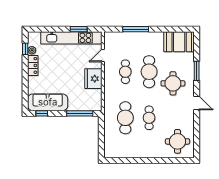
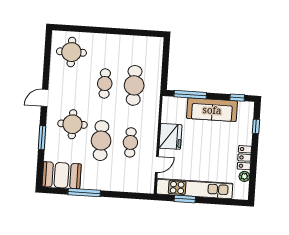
window: (136, 29) -> (84, 192), moved
window: (25, 49) -> (256, 126), moved
sofa: (48, 102) -> (212, 110), moved
door: (197, 103) -> (45, 98), hinge flipped

